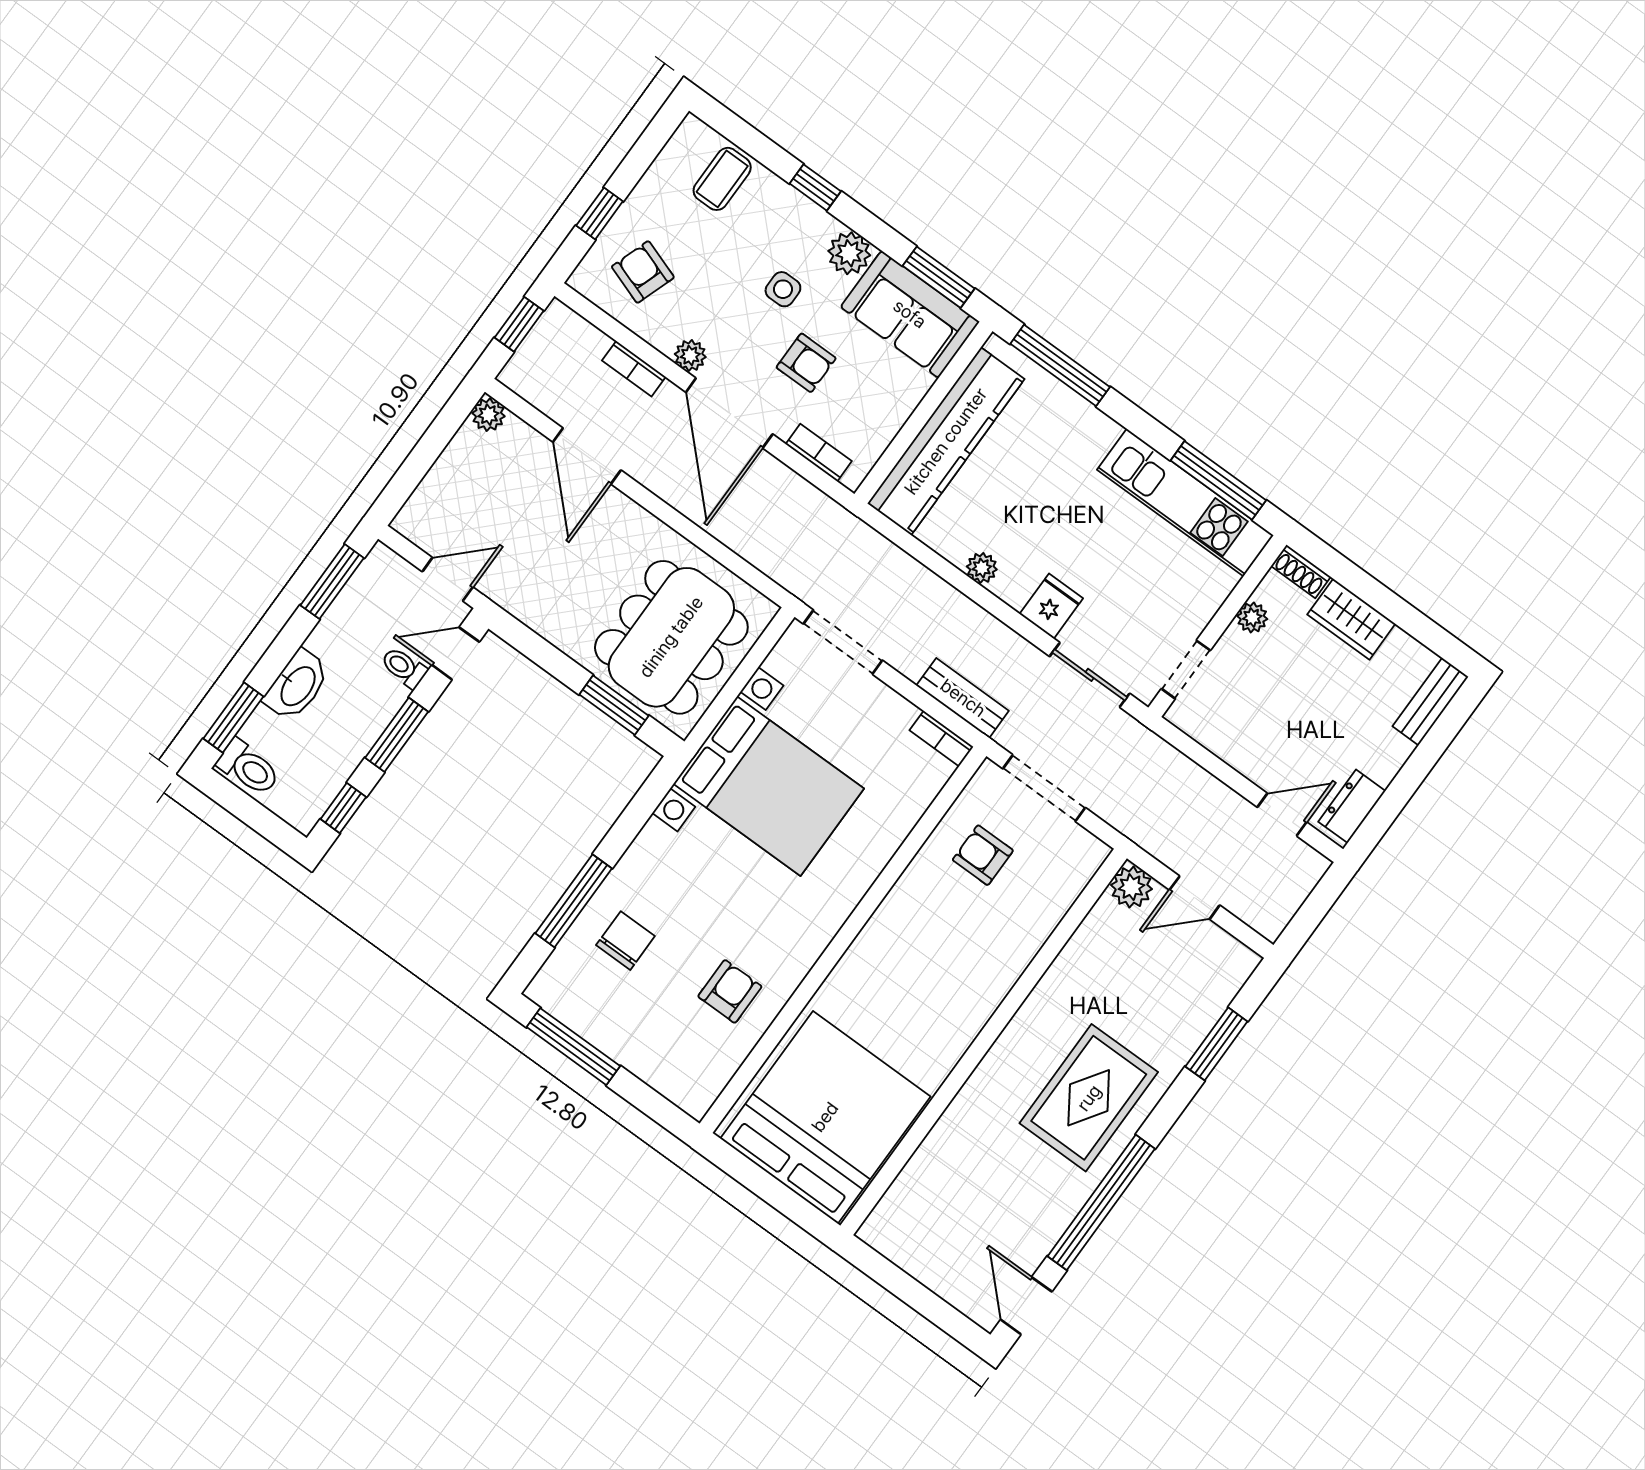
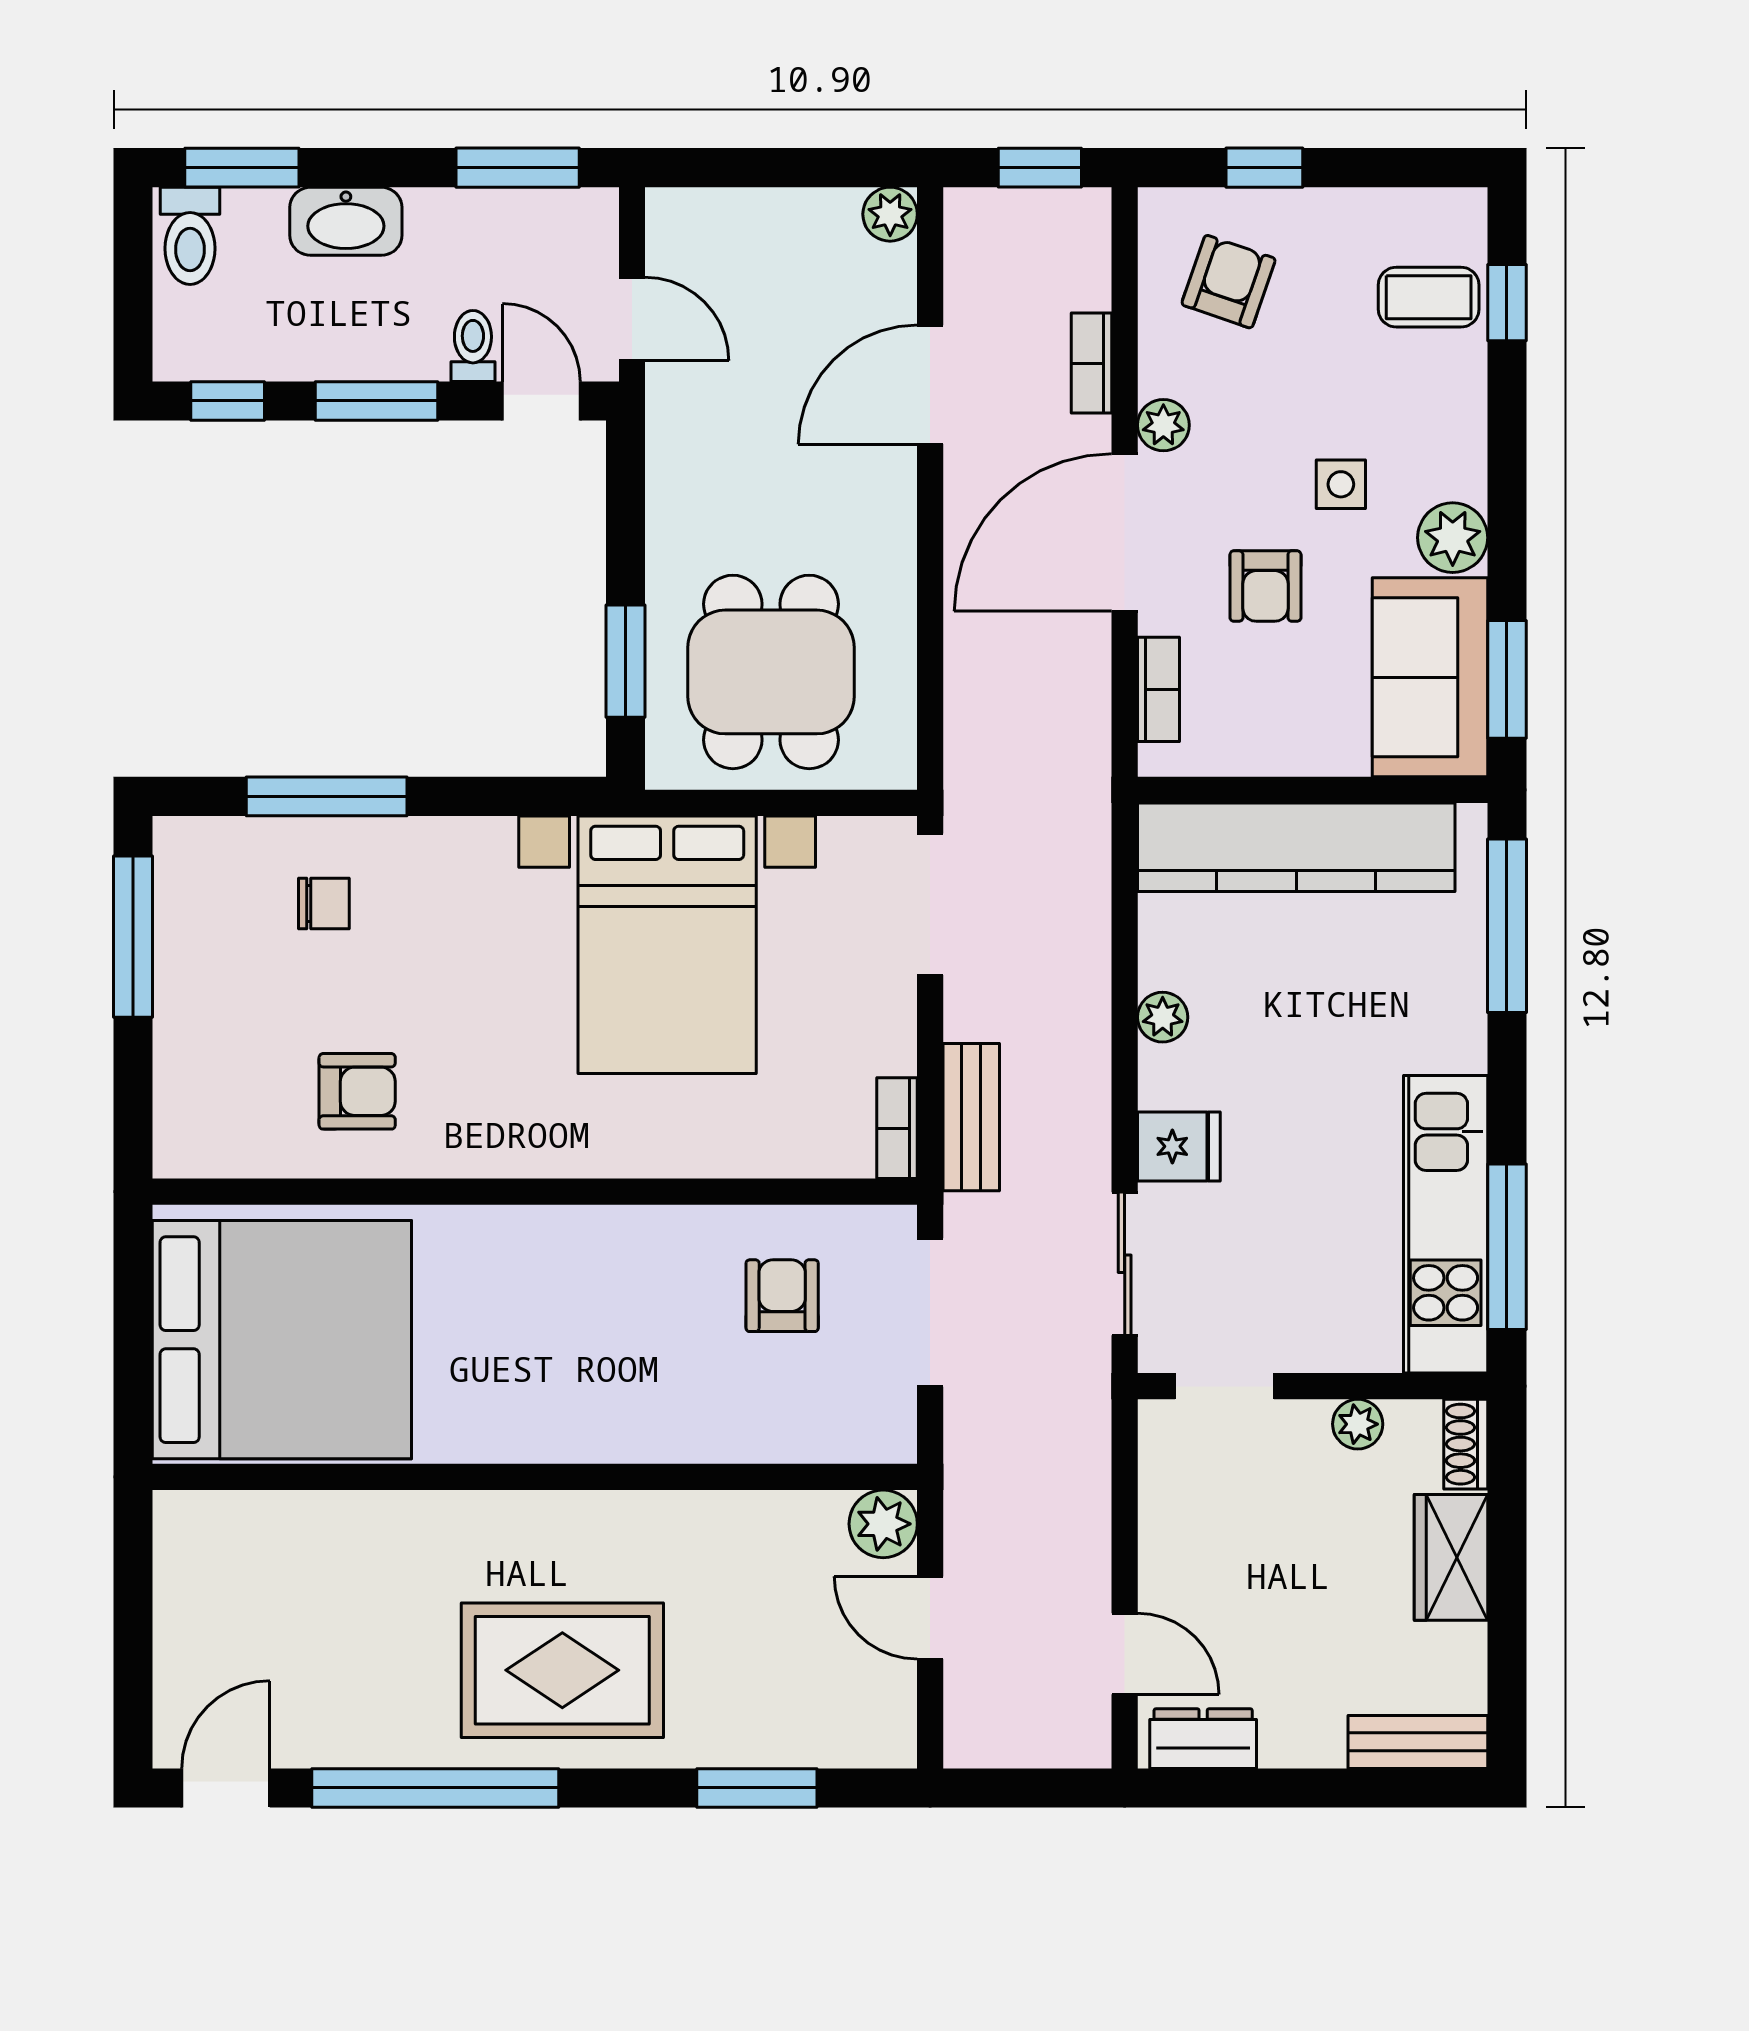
window: (815, 187) -> (1507, 303), moved
dining table: (671, 637) -> (771, 672), width x0.73
chair: (625, 941) -> (324, 904), width x0.73, depth x0.73

